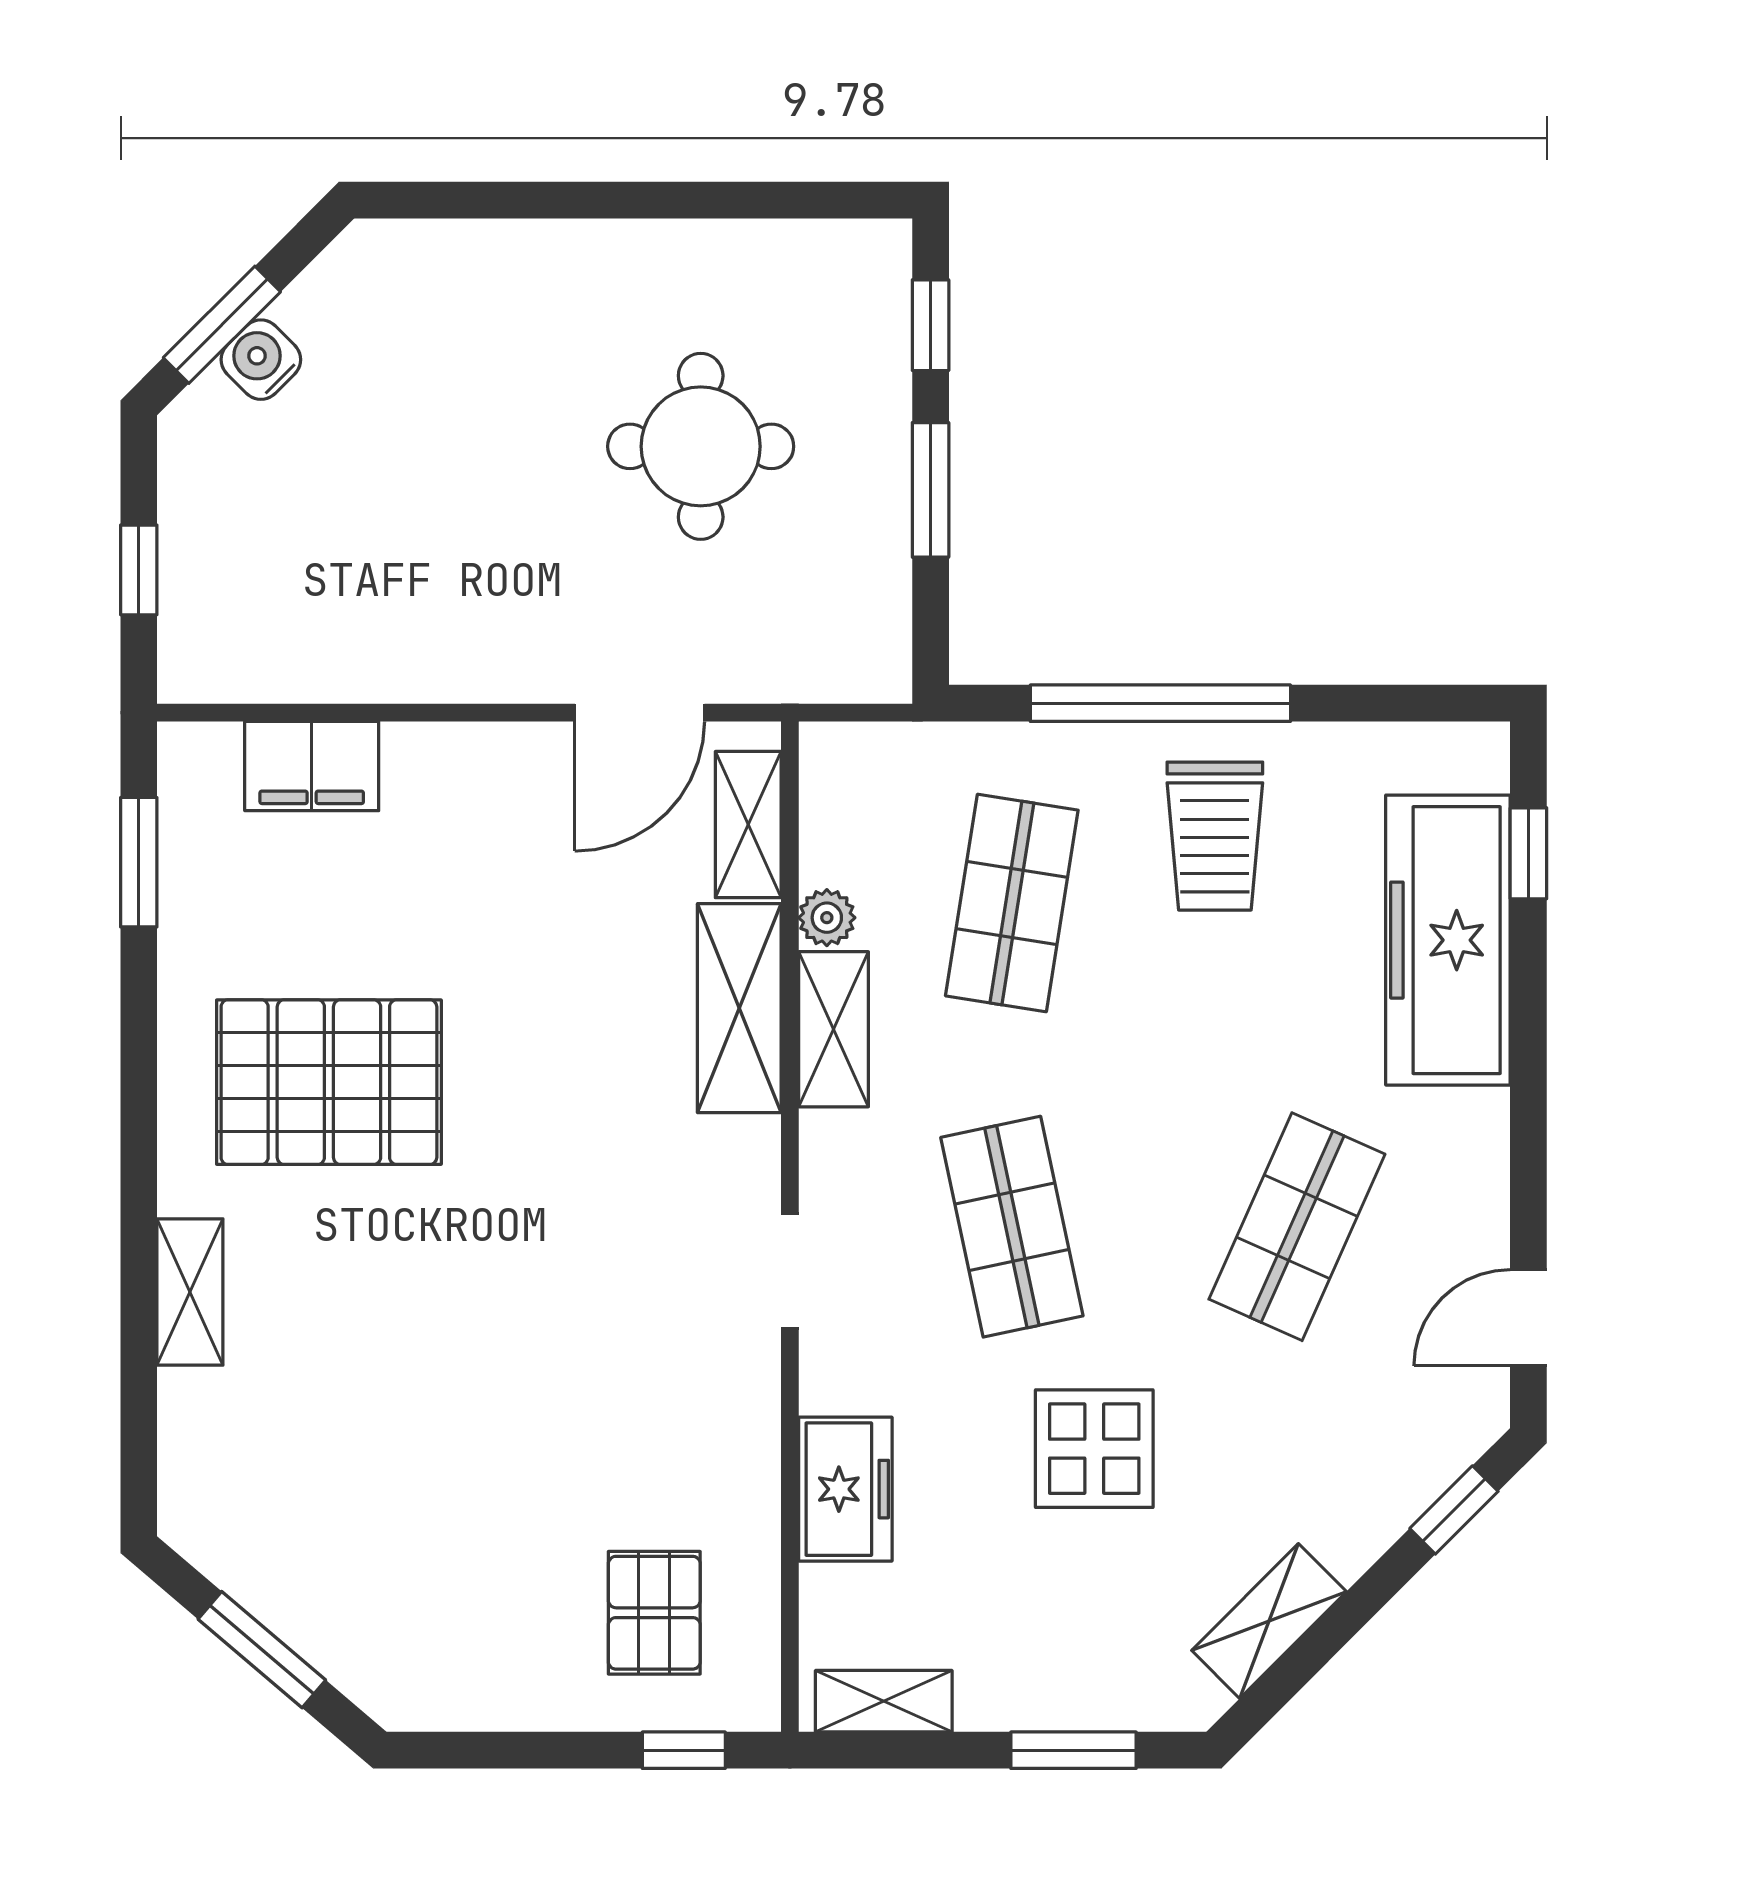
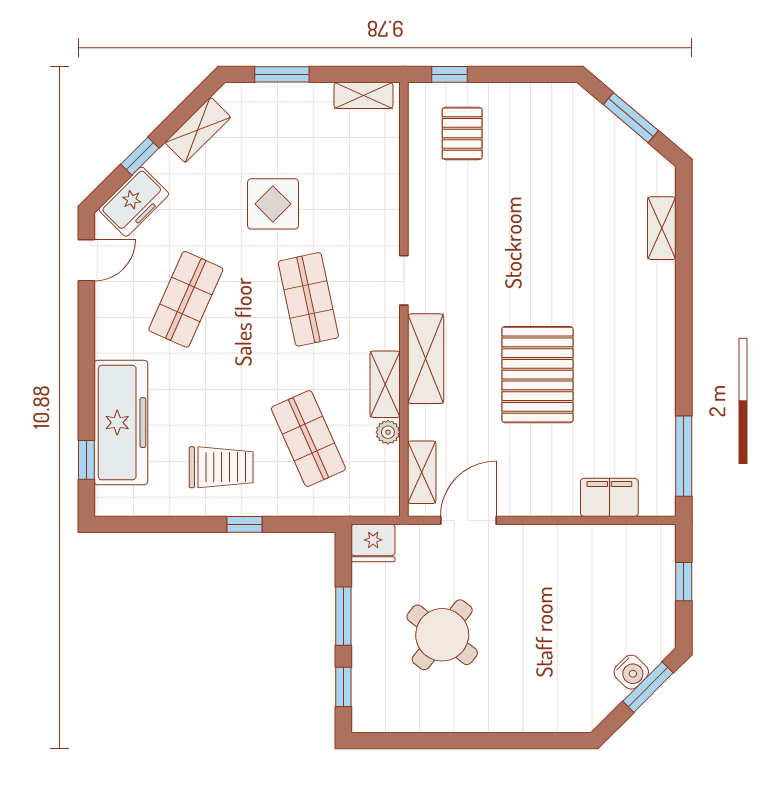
round table: (701, 446) -> (442, 635), turned 38
fridge: (861, 660) -> (373, 543), added
window: (1160, 703) -> (245, 524), width x0.32
trolley: (1215, 836) -> (221, 467), turned 90
window: (139, 862) -> (684, 456), width x1.44
shop shelf: (1012, 903) -> (308, 439), turned -33
shelving: (739, 1008) -> (426, 359), moved
pallet: (329, 1082) -> (537, 375), moved, turned 90
shelving: (190, 1292) -> (662, 228), moved
freezer: (845, 1489) -> (134, 202), moved, turned -135
window: (1454, 1510) -> (140, 156), moved

